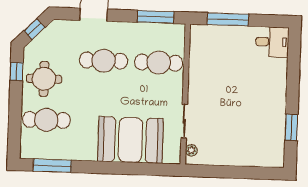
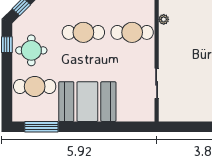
booth: (130, 140) -> (87, 102), moved
plant: (191, 150) -> (164, 19), moved

